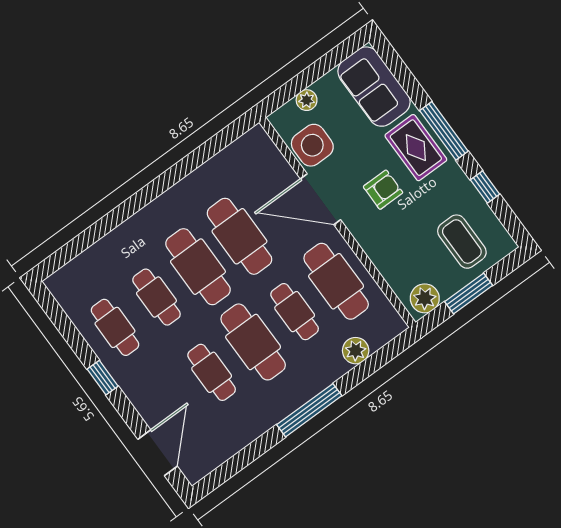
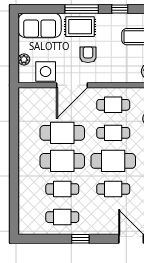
cafe table: (336, 281) -> (113, 105), width x0.73, depth x0.74

